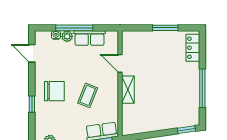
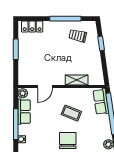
plant: (67, 36) -> (23, 93), moved
shelving: (128, 90) -> (77, 80), moved
trolley: (182, 103) -> (78, 36), added
window: (186, 130) -> (101, 43), moved

